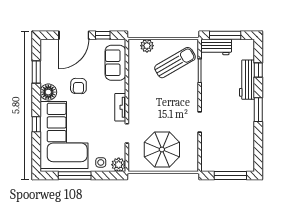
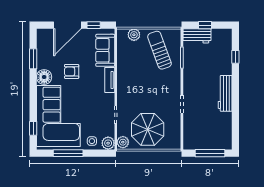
window: (225, 35) -> (205, 25), width x0.46
sun lounger: (175, 63) -> (159, 50), turned -80
workbench: (247, 80) -> (225, 93), moved
armchair: (78, 86) -> (72, 71), turned 89
tv unit: (120, 107) -> (110, 80), moved
window: (258, 110) -> (235, 93), removed
window: (36, 124) -> (33, 128), moved
plant: (135, 164) -> (123, 142), added

